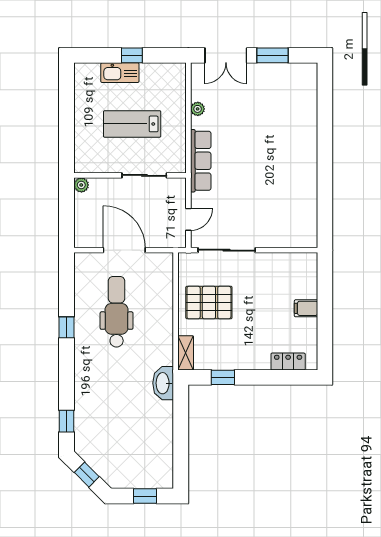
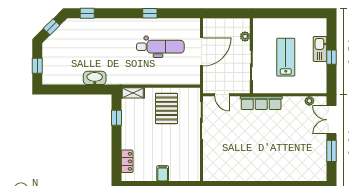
plant: (198, 109) -> (309, 101), moved
plant: (81, 185) -> (245, 36), moved
washbasin: (163, 383) -> (95, 78), moved

